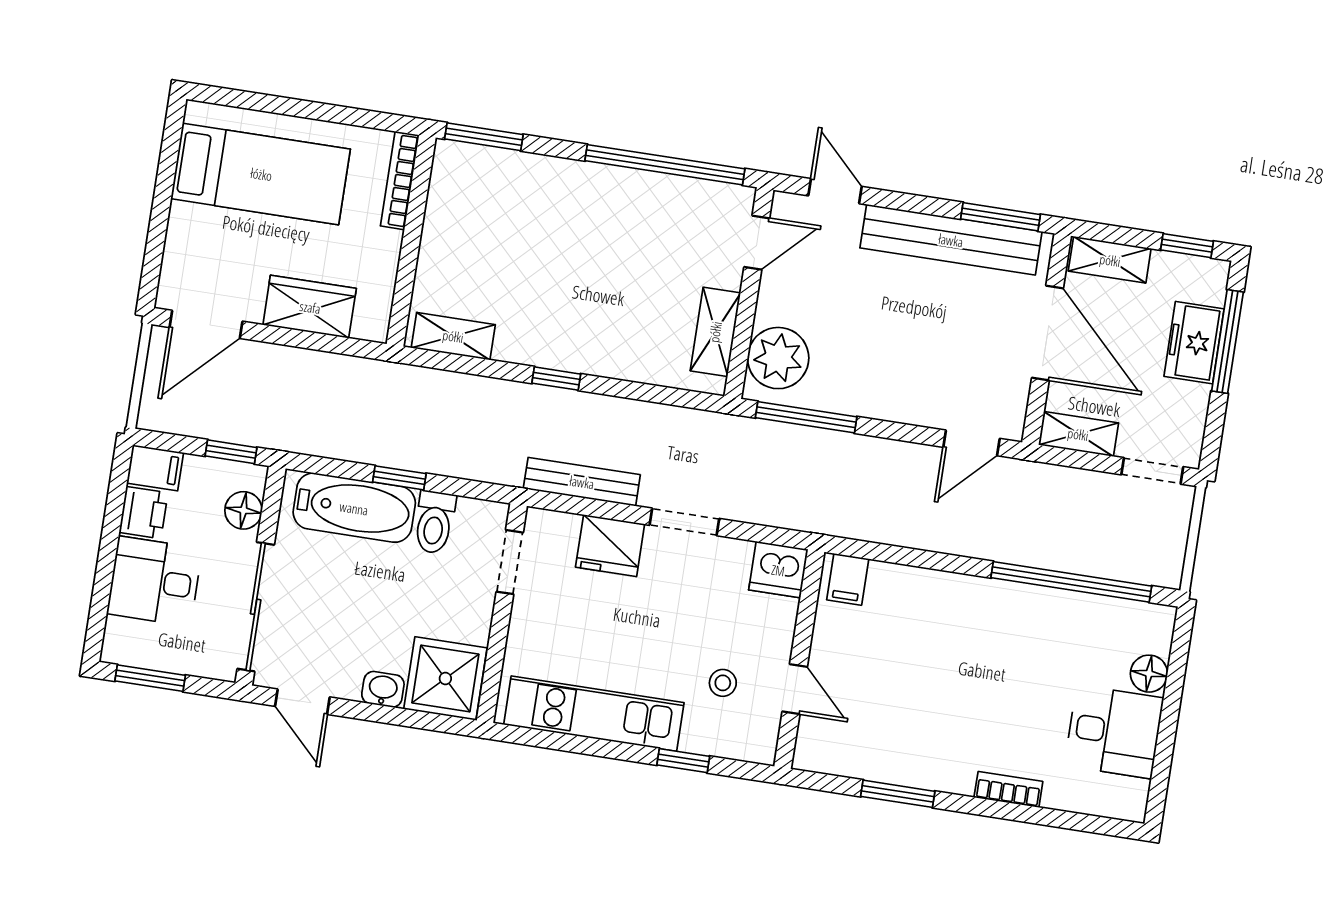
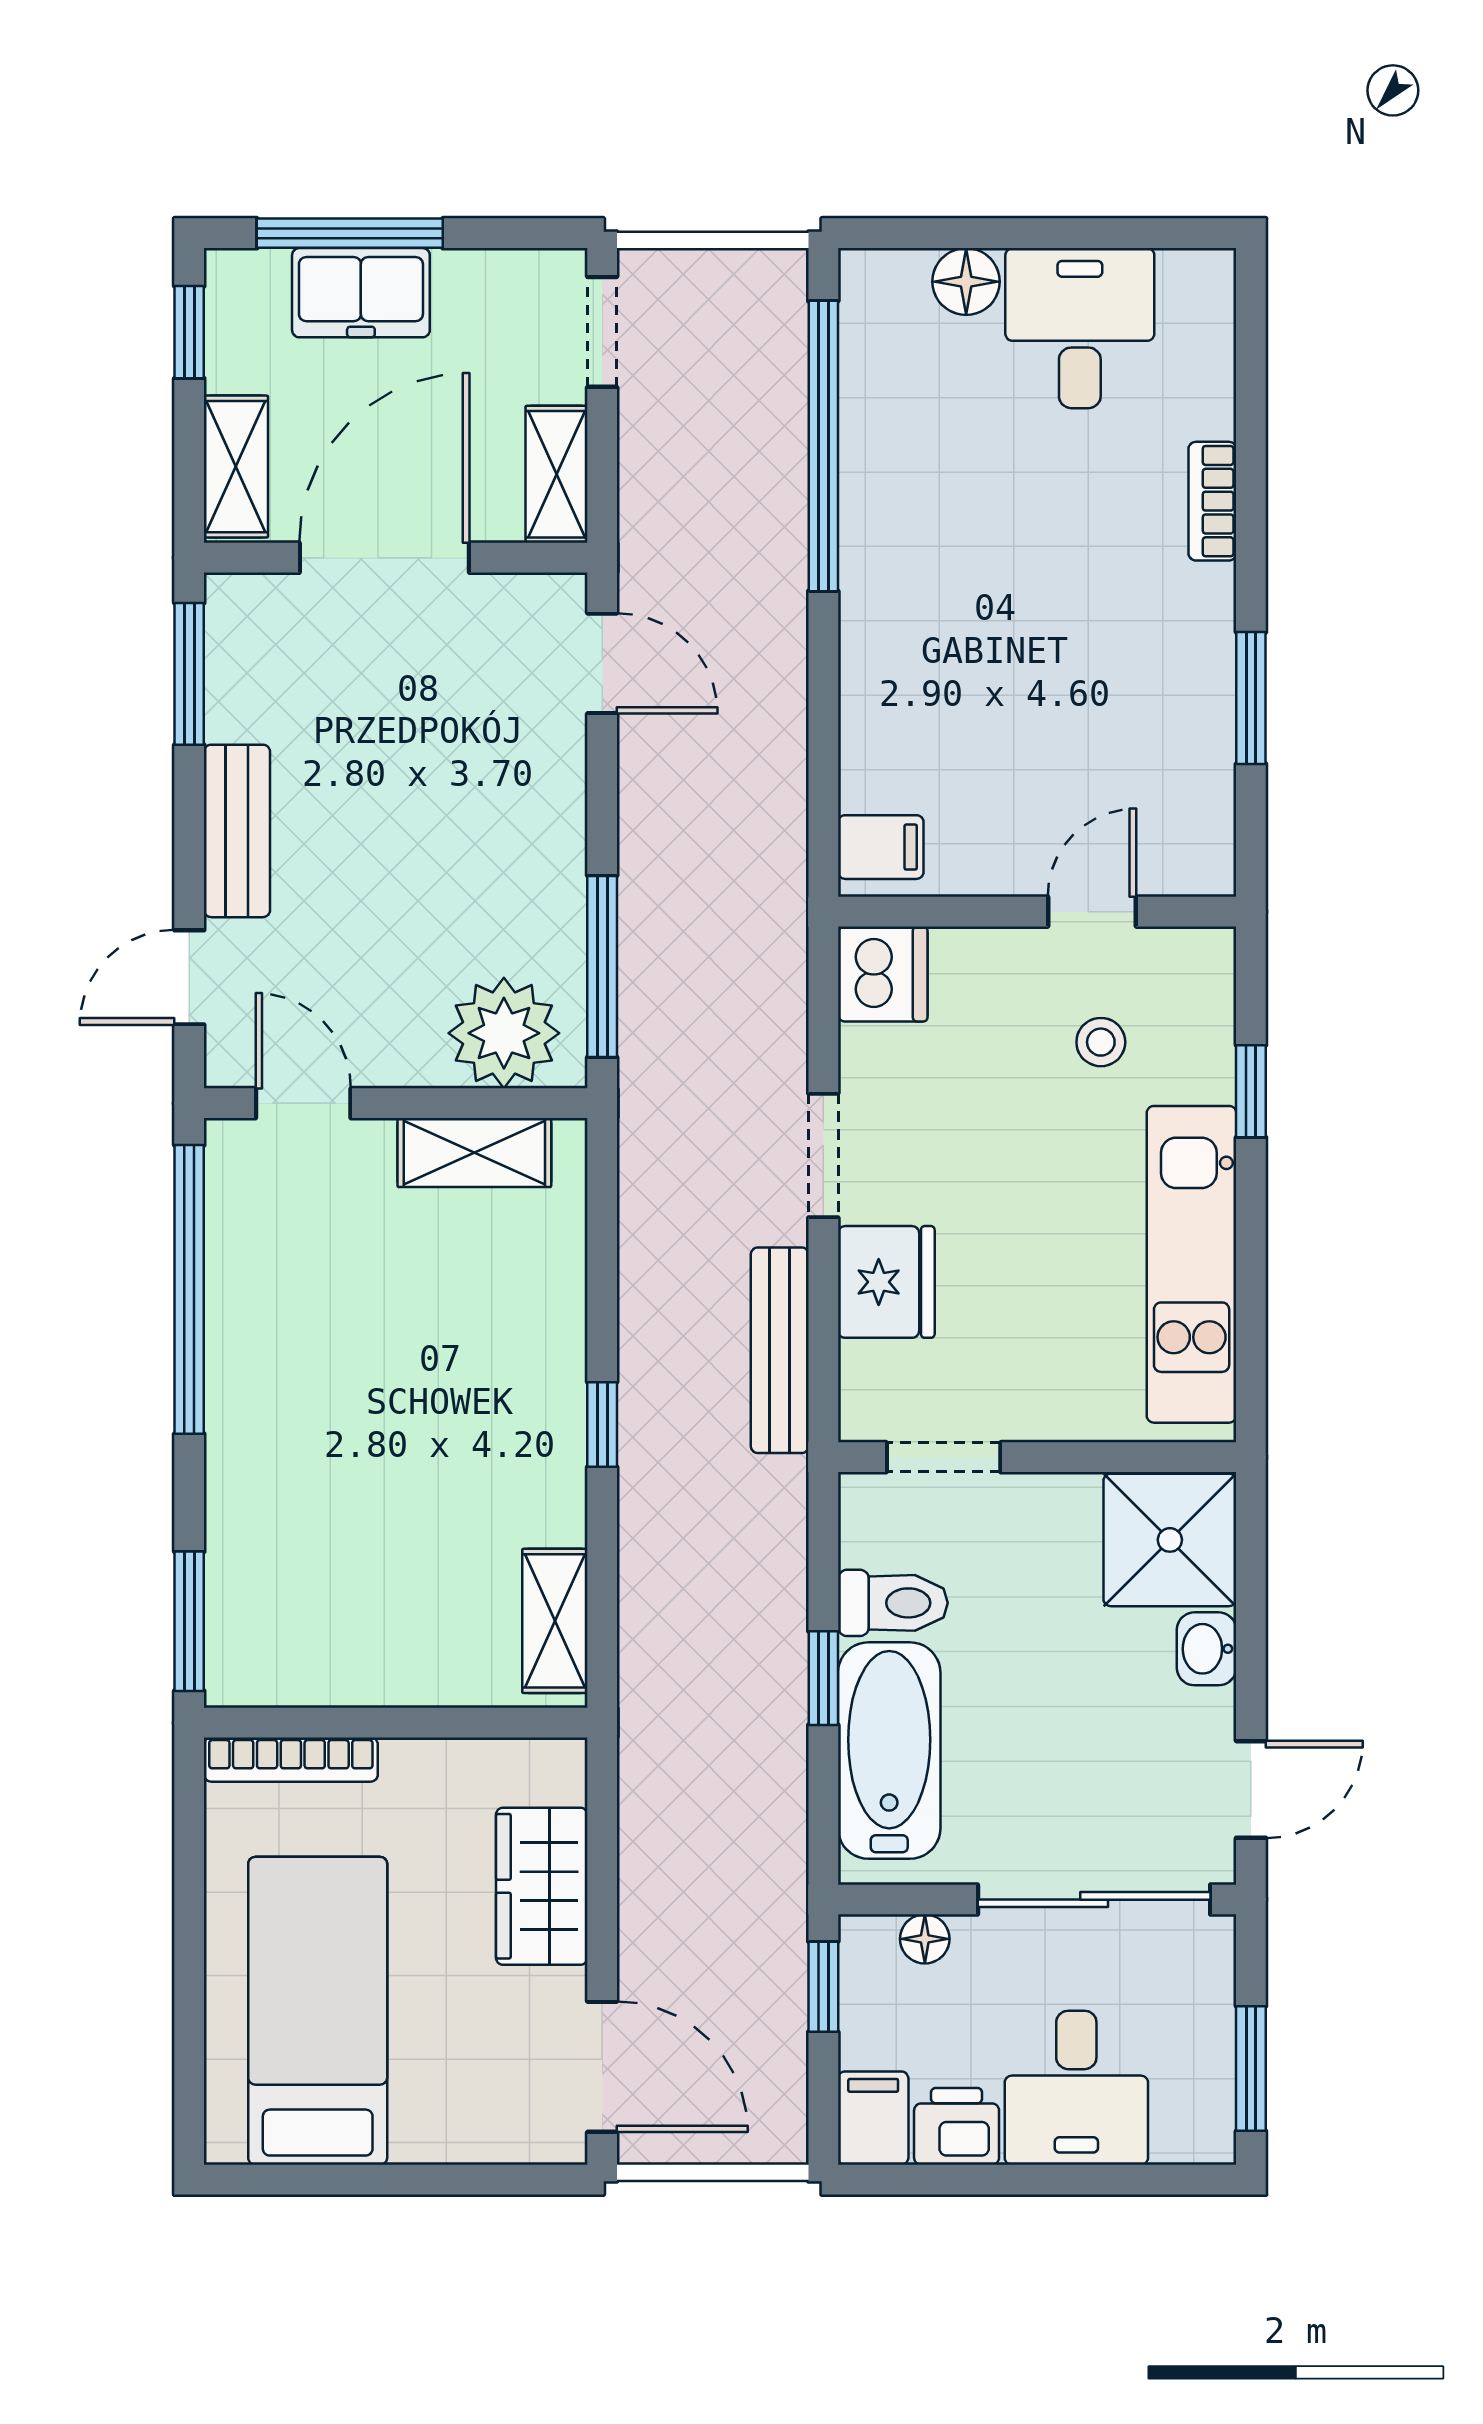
bench: (951, 240) -> (237, 831), width x0.54, depth x0.82
floor lamp: (243, 510) -> (925, 1939), width x0.73, depth x0.73

